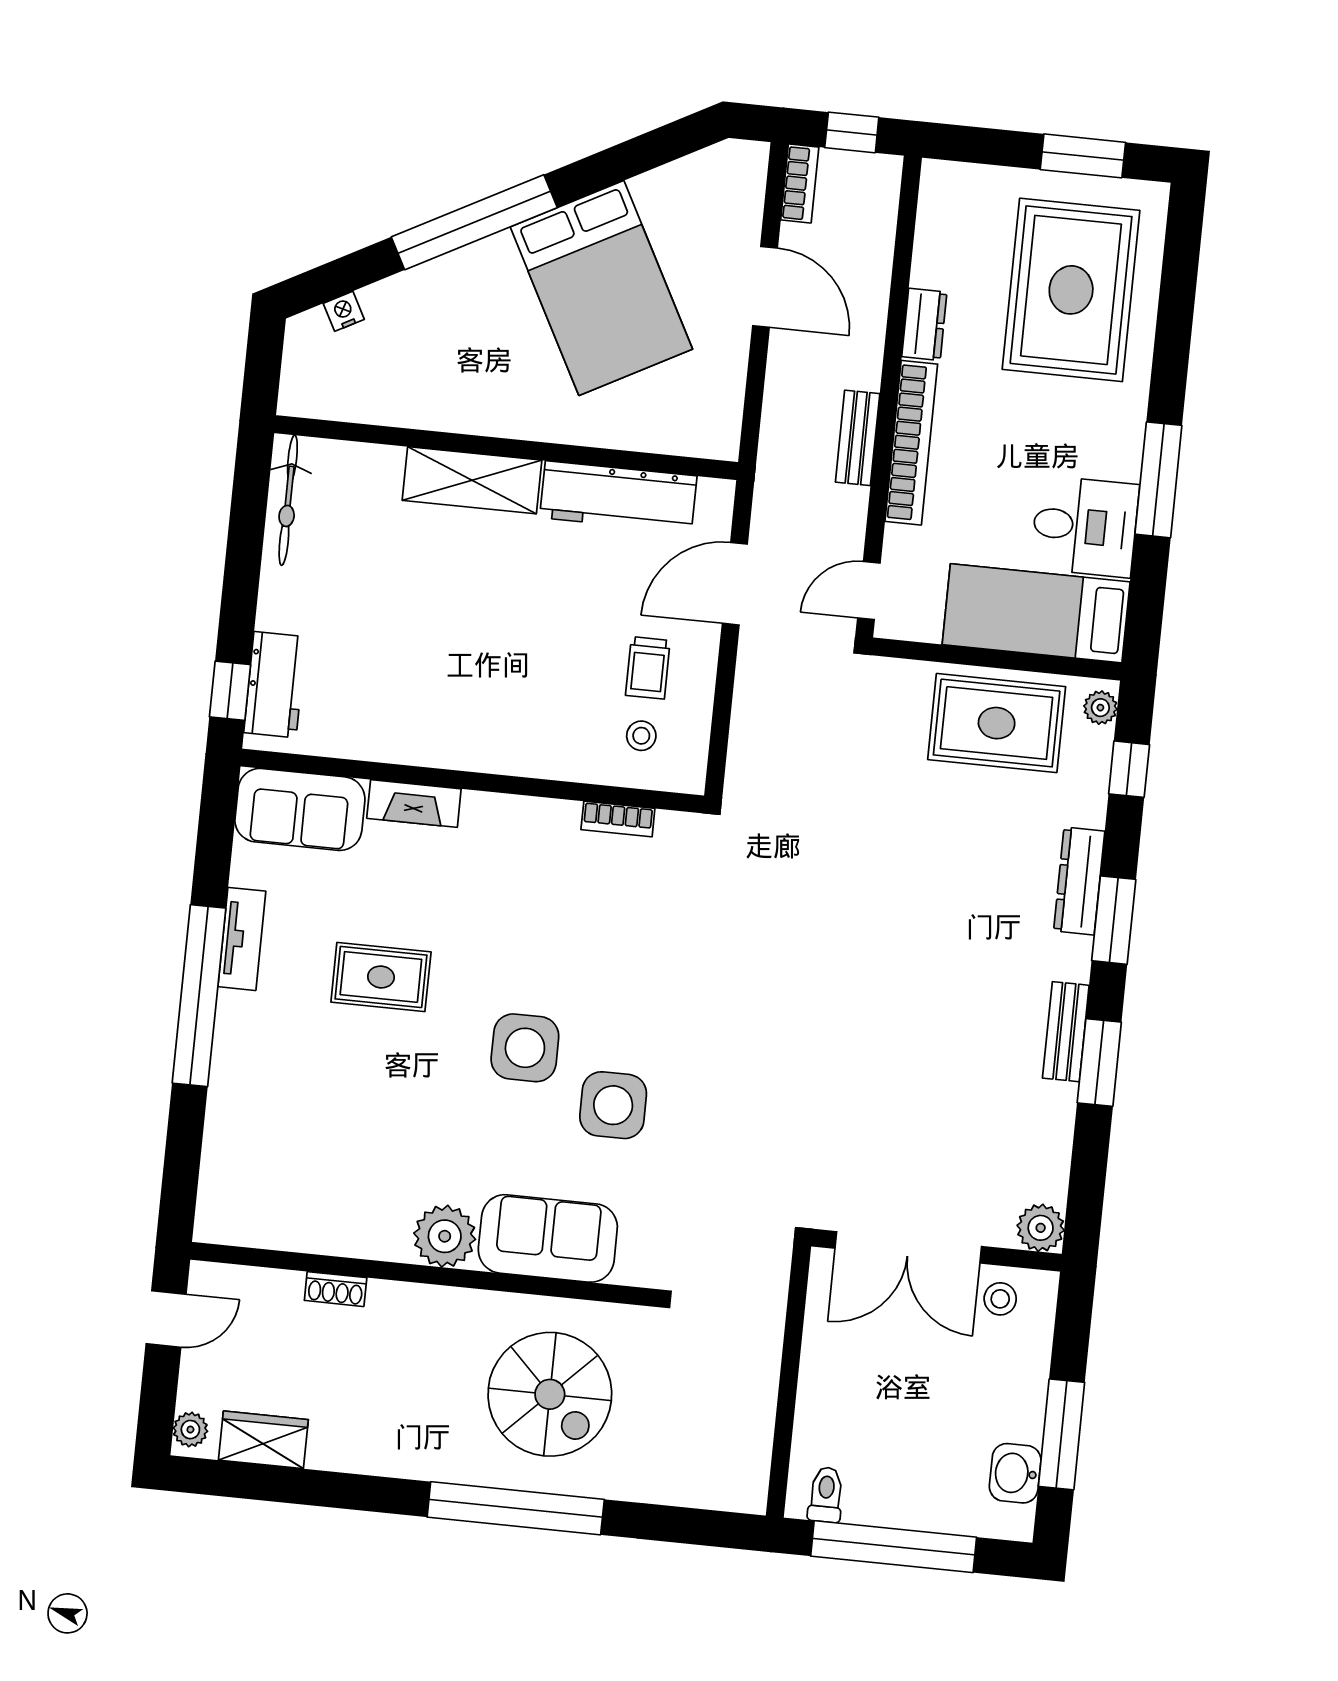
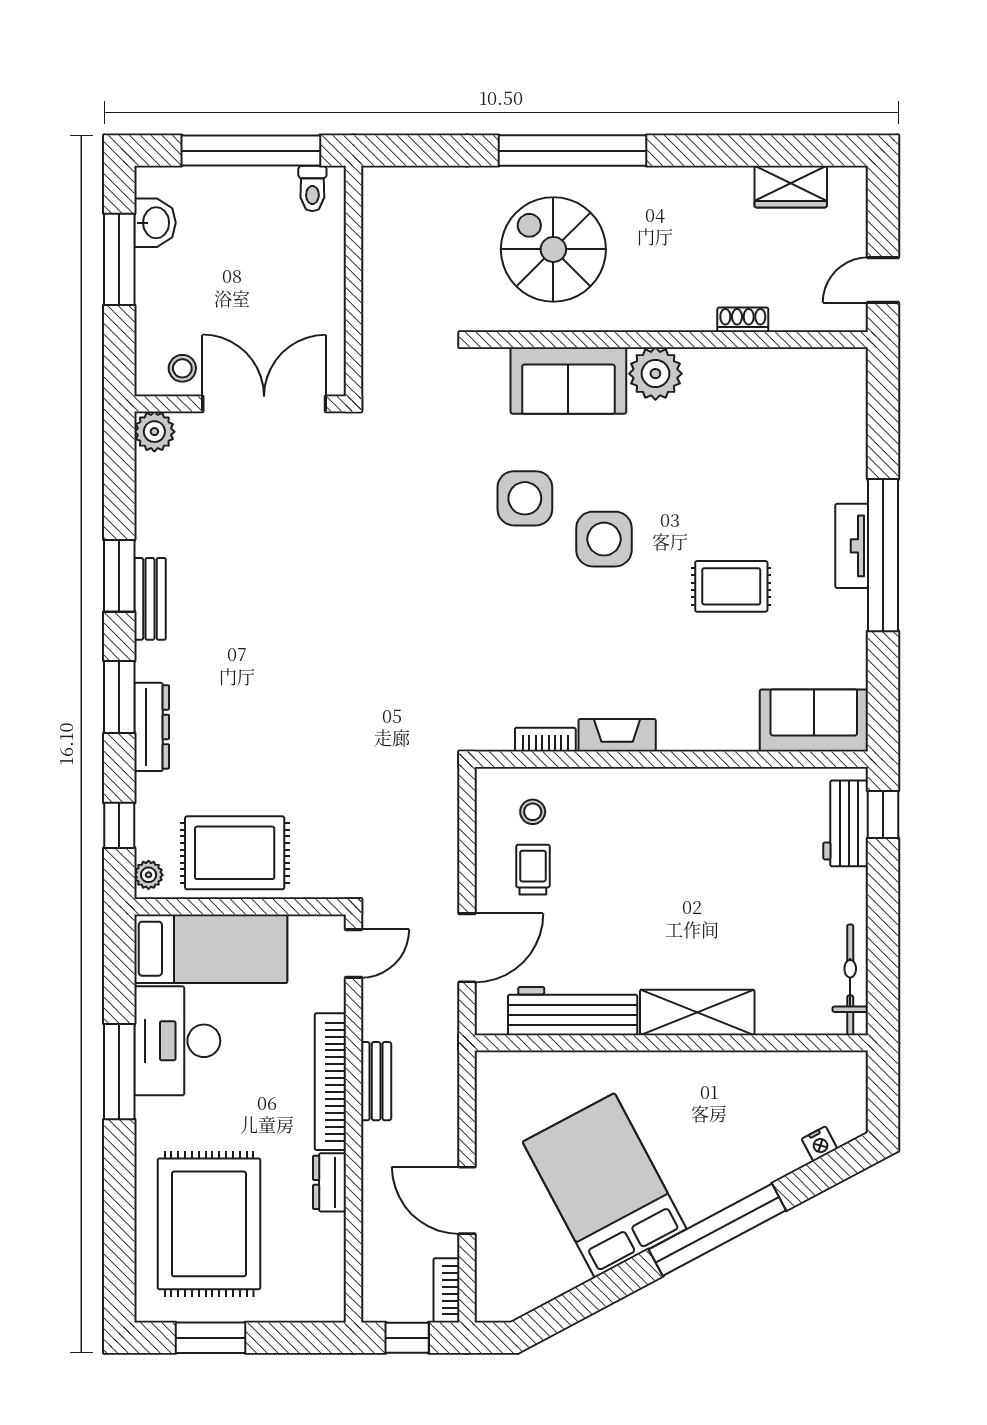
desk: (1085, 526) -> (177, 1041), width x1.37
fireplace: (414, 804) -> (617, 735), moved
tv unit: (242, 939) -> (852, 546), moved
plant: (190, 1430) -> (853, 189), removed

